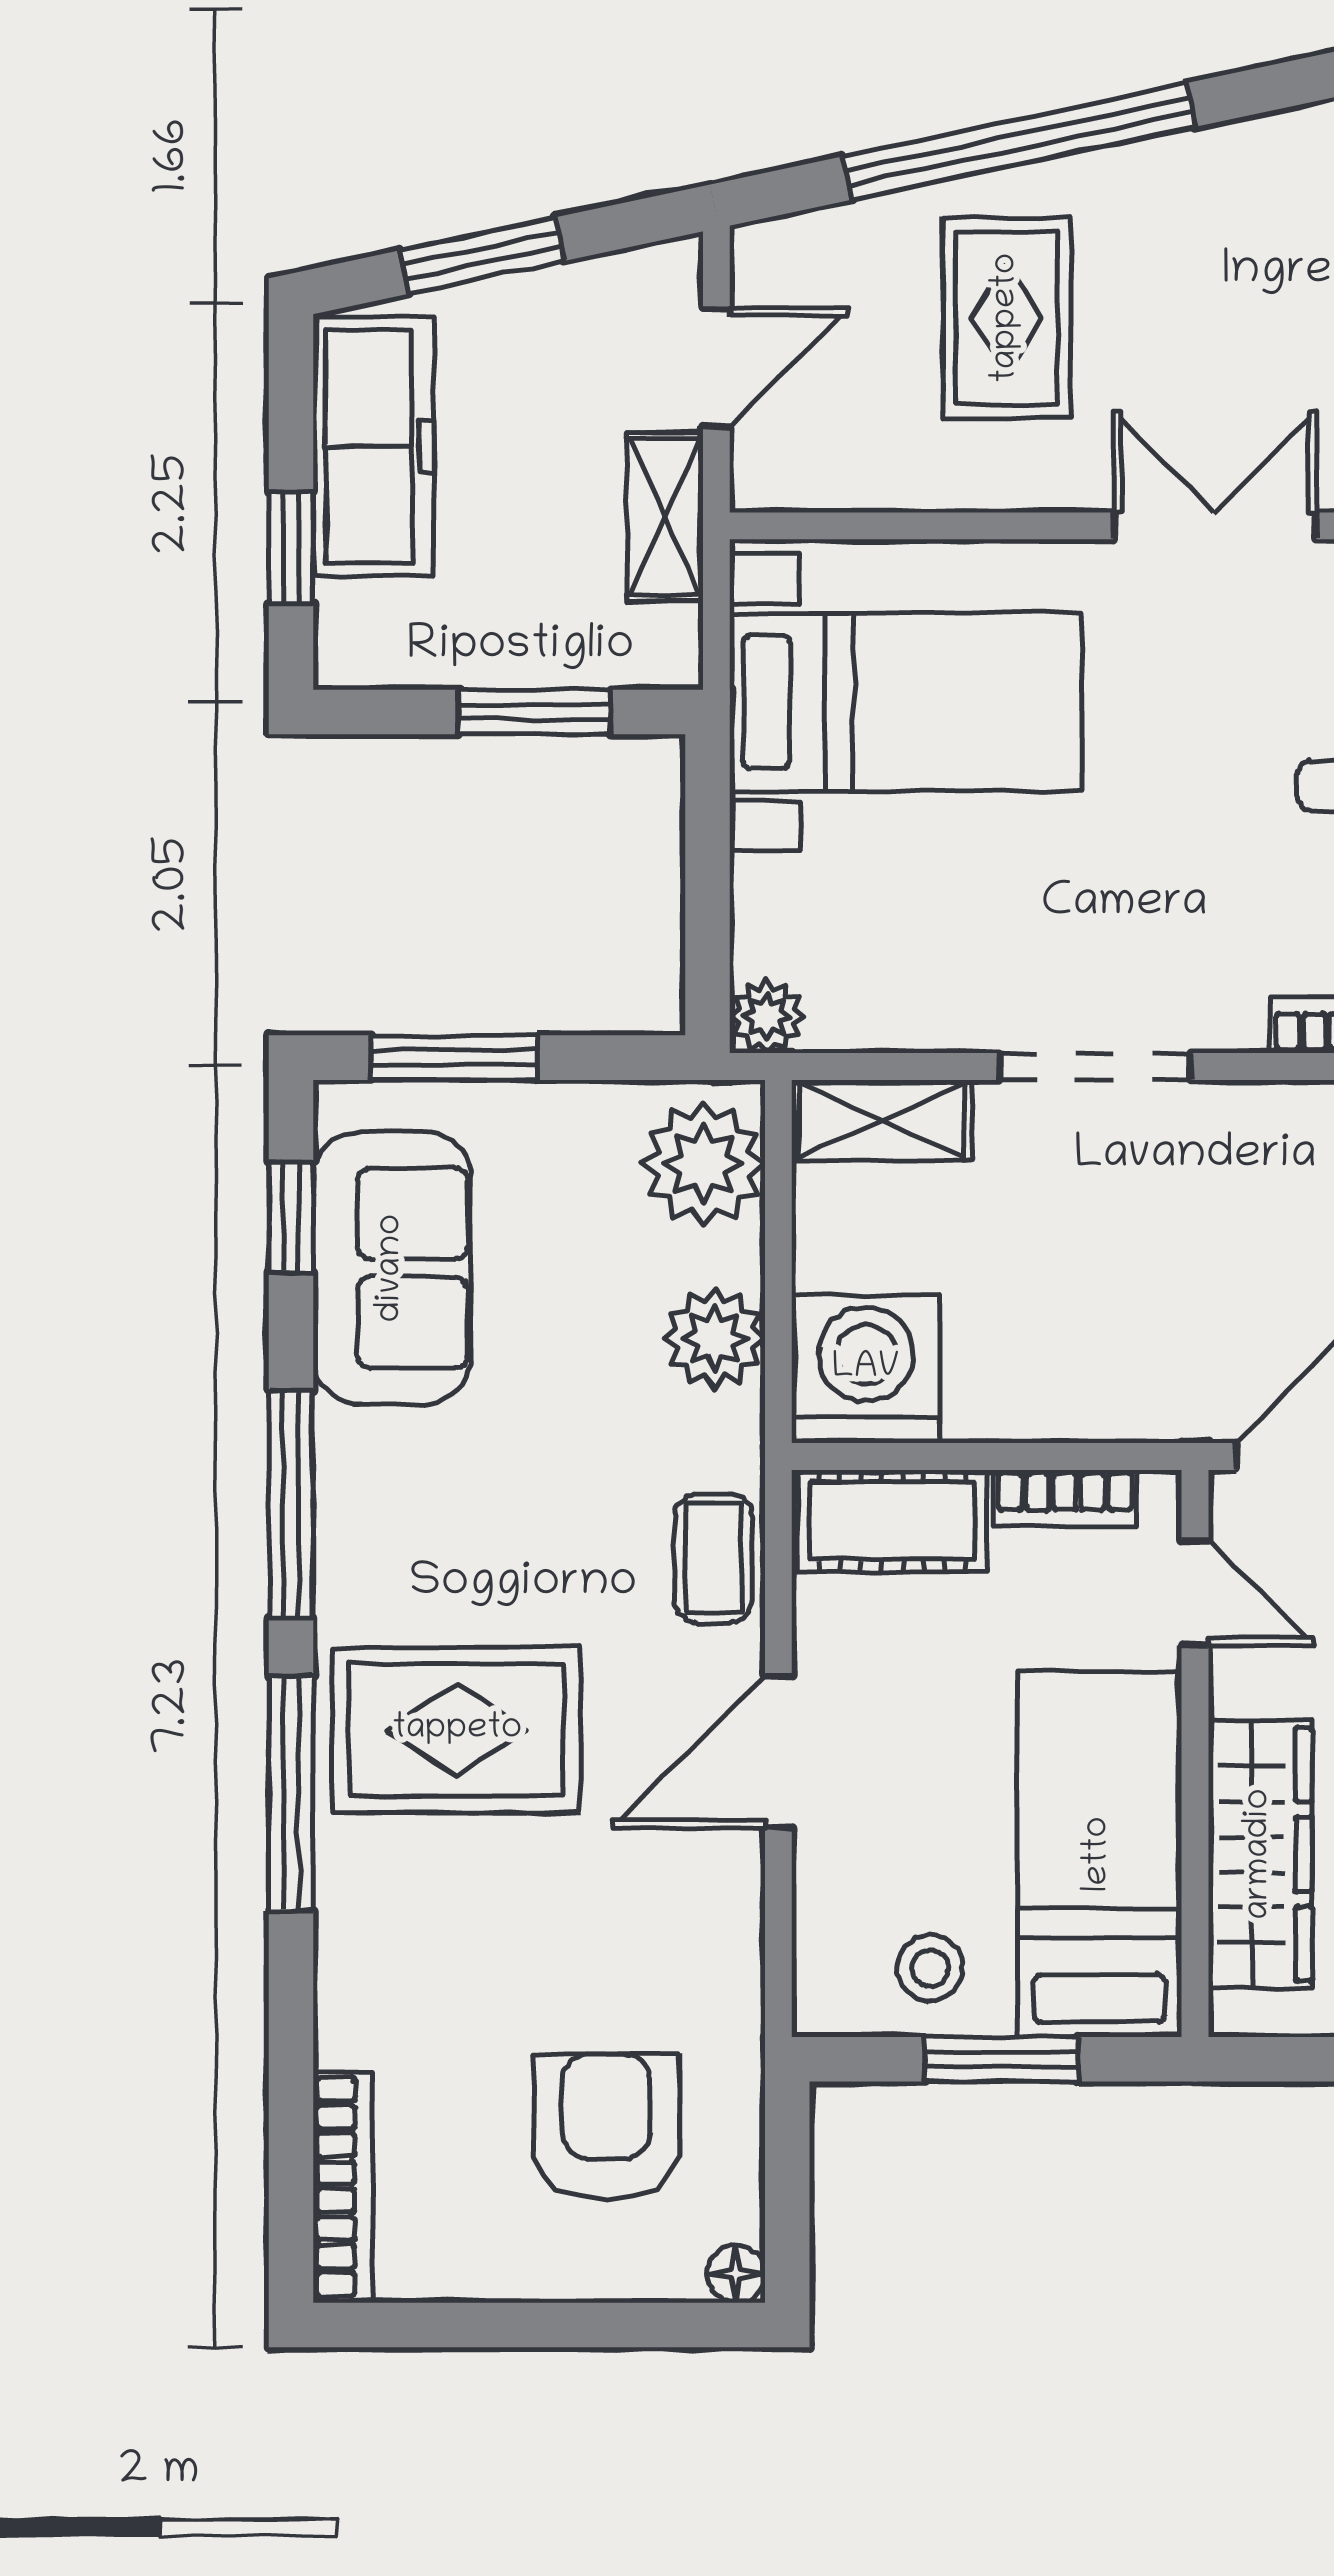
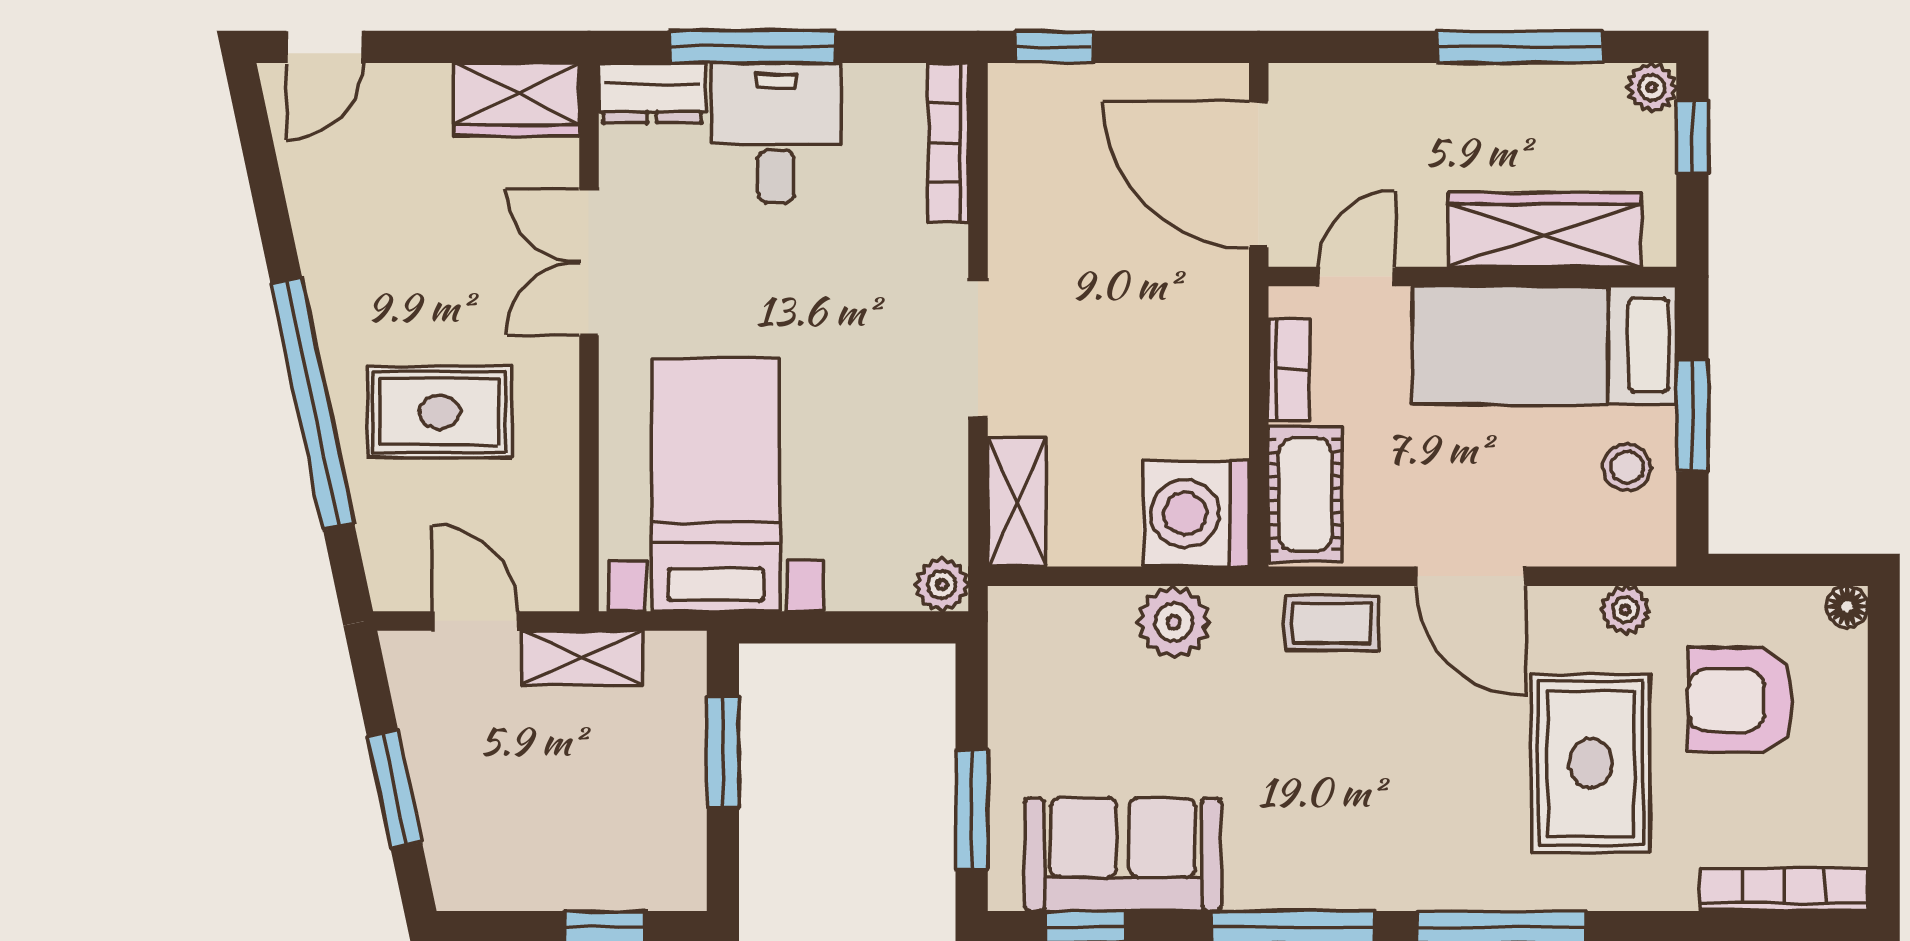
freezer: (373, 446) -> (532, 868), removed
plant: (703, 1164) -> (1625, 610), moved, width x0.53, depth x0.53
rug: (457, 1730) -> (1590, 763), moved

